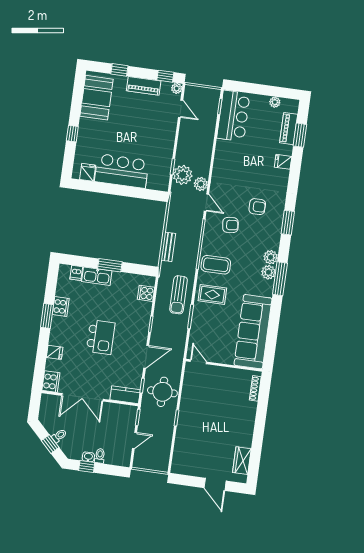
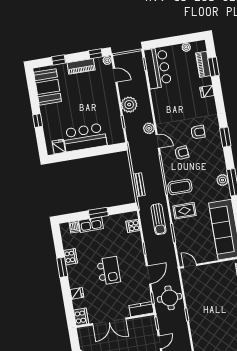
plant: (183, 175) -> (129, 105), moved
plant: (271, 257) -> (220, 168), removed

